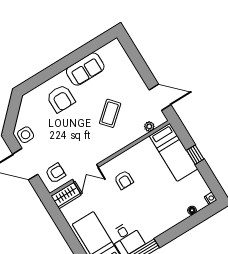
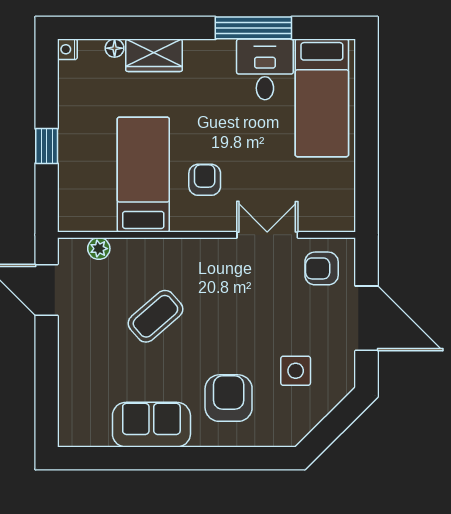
side table: (26, 135) -> (296, 371), moved
bed: (174, 152) -> (143, 175), moved
wardrobe: (66, 196) -> (154, 55), moved, turned 180

